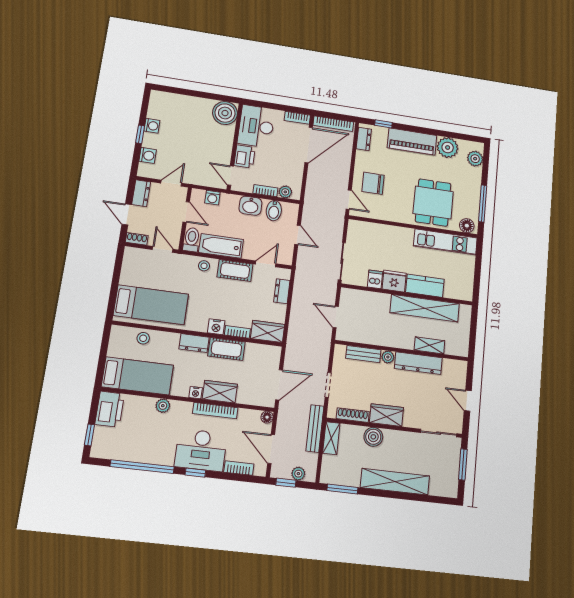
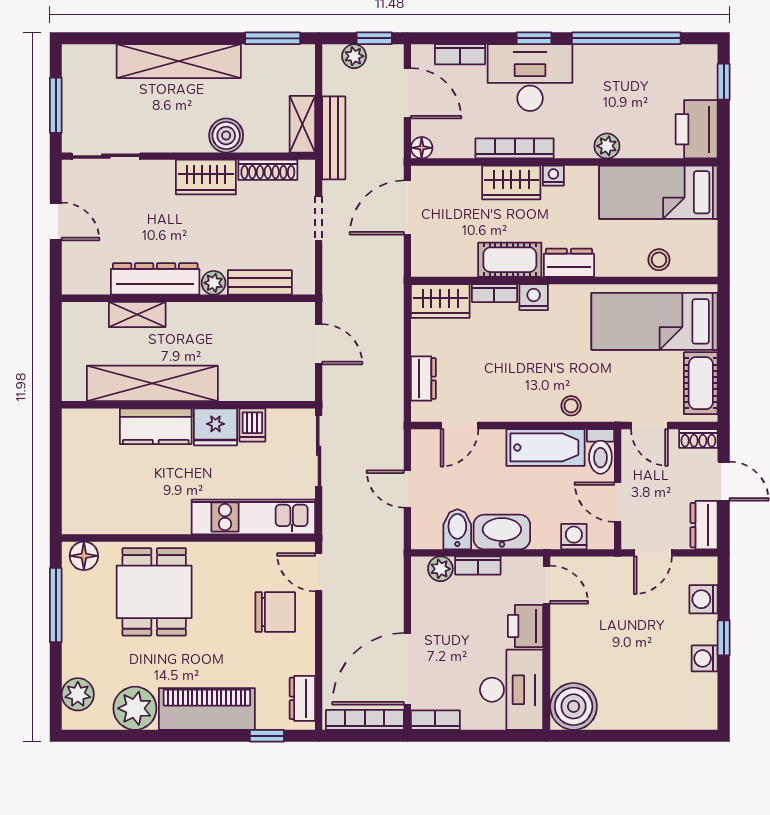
washbasin: (250, 206) -> (502, 532), width x1.38
kitchen unit: (445, 242) -> (253, 517), moved
cot: (235, 270) -> (701, 383), moved, turned 90

